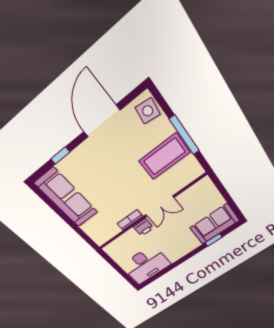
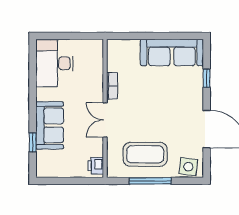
coffee table: (164, 157) -> (145, 154), turned 90
sofa: (215, 224) -> (50, 125), moved
printer: (143, 227) -> (96, 166), moved

